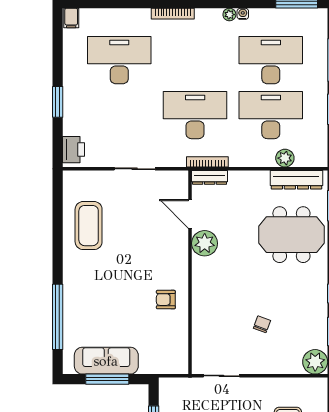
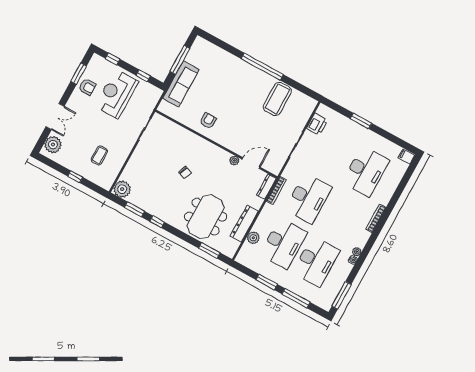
printer: (73, 150) -> (317, 124), moved, turned -90
dresser: (296, 180) -> (244, 224), moved
coffee table: (89, 226) -> (277, 99), turned 90
plant: (205, 243) -> (234, 161), width x0.53, depth x0.53
window: (58, 317) -> (262, 67), moved
chair: (262, 324) -> (185, 172), moved
sofa: (106, 361) -> (181, 84), moved

